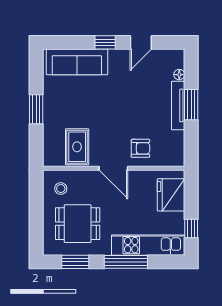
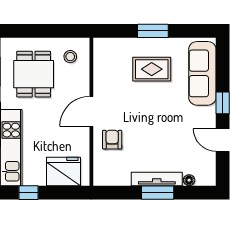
rug: (77, 147) -> (152, 69), moved
armchair: (140, 148) -> (112, 140), turned 180

